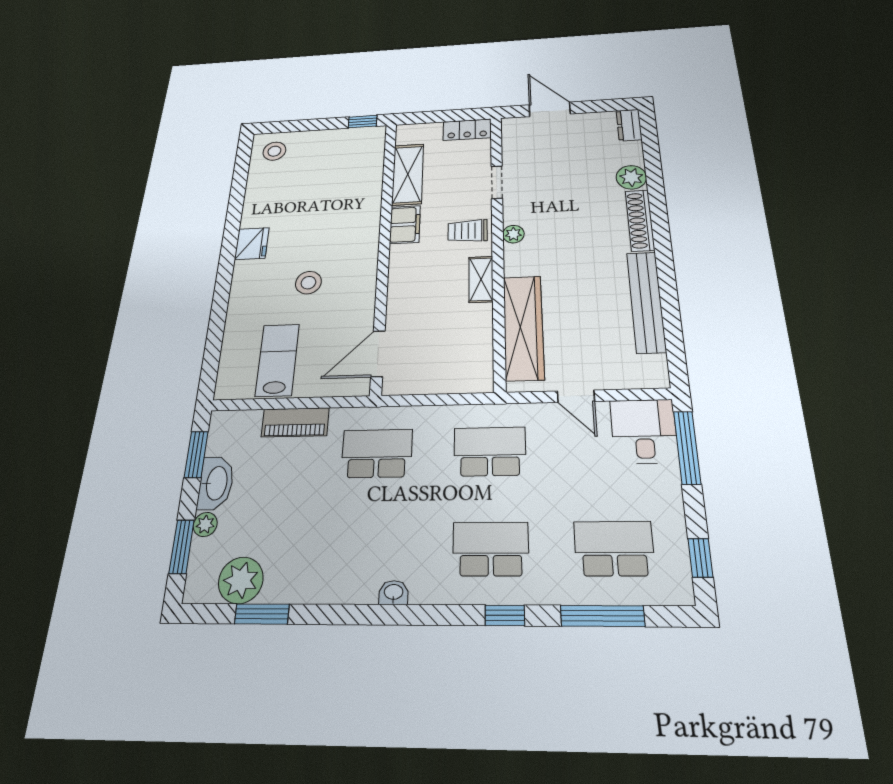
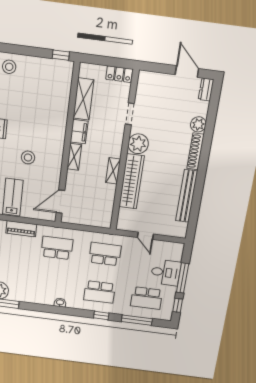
door: (550, 109) -> (187, 72), moved
trolley: (468, 231) -> (110, 142), removed
plant: (513, 234) -> (138, 144), width x1.87, depth x1.87
shelving: (400, 267) -> (74, 157), added
wardrobe: (523, 327) -> (131, 181), moved
desk: (644, 431) -> (166, 272), moved, turned 90
window: (687, 447) -> (182, 278), moved
school desk: (614, 548) -> (147, 298), turned 180
school desk: (491, 549) -> (99, 292), turned 180

